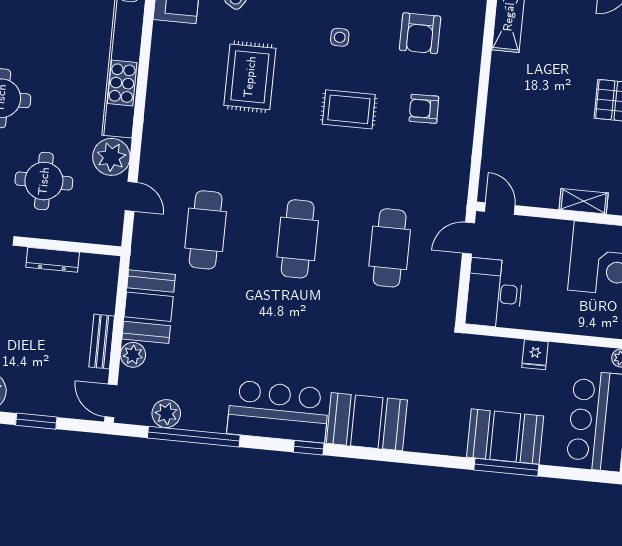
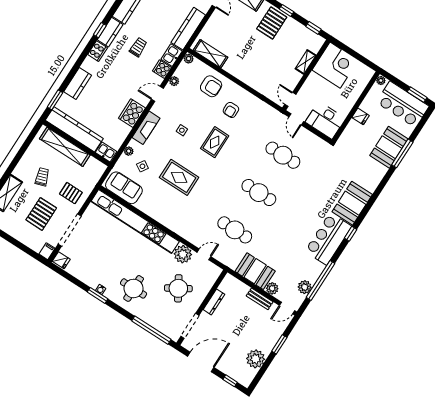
armchair: (420, 33) -> (211, 86), moved
round table: (44, 181) -> (178, 288), turned -31
door: (500, 209) -> (290, 99), hinge flipped

